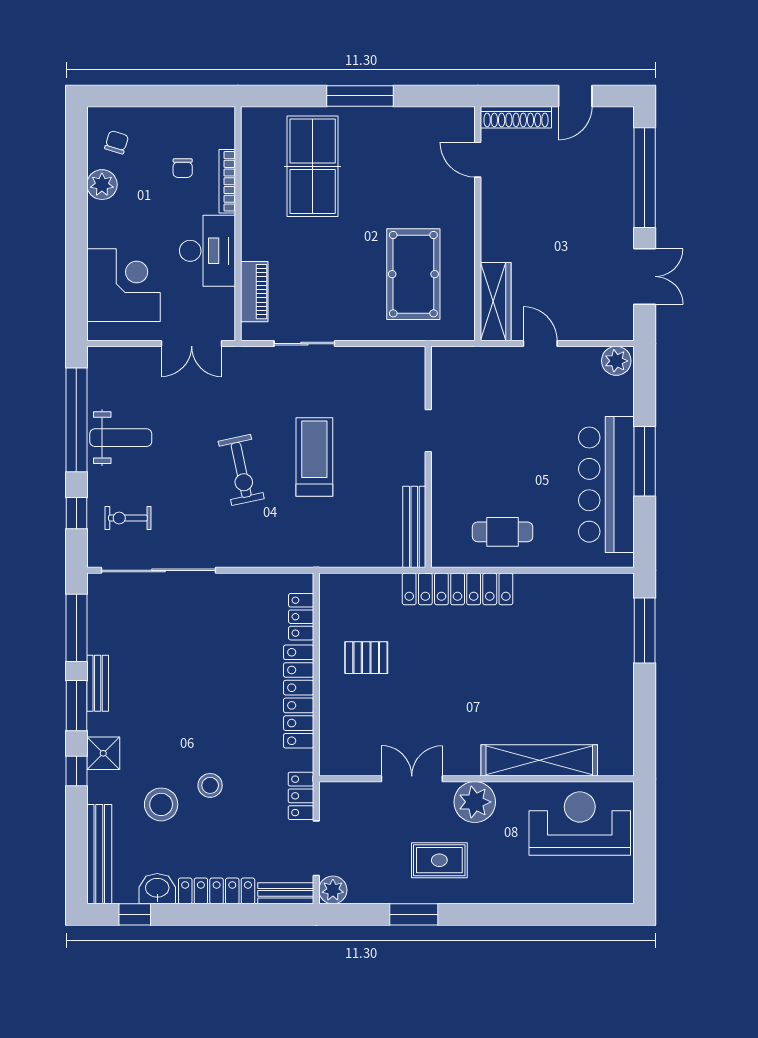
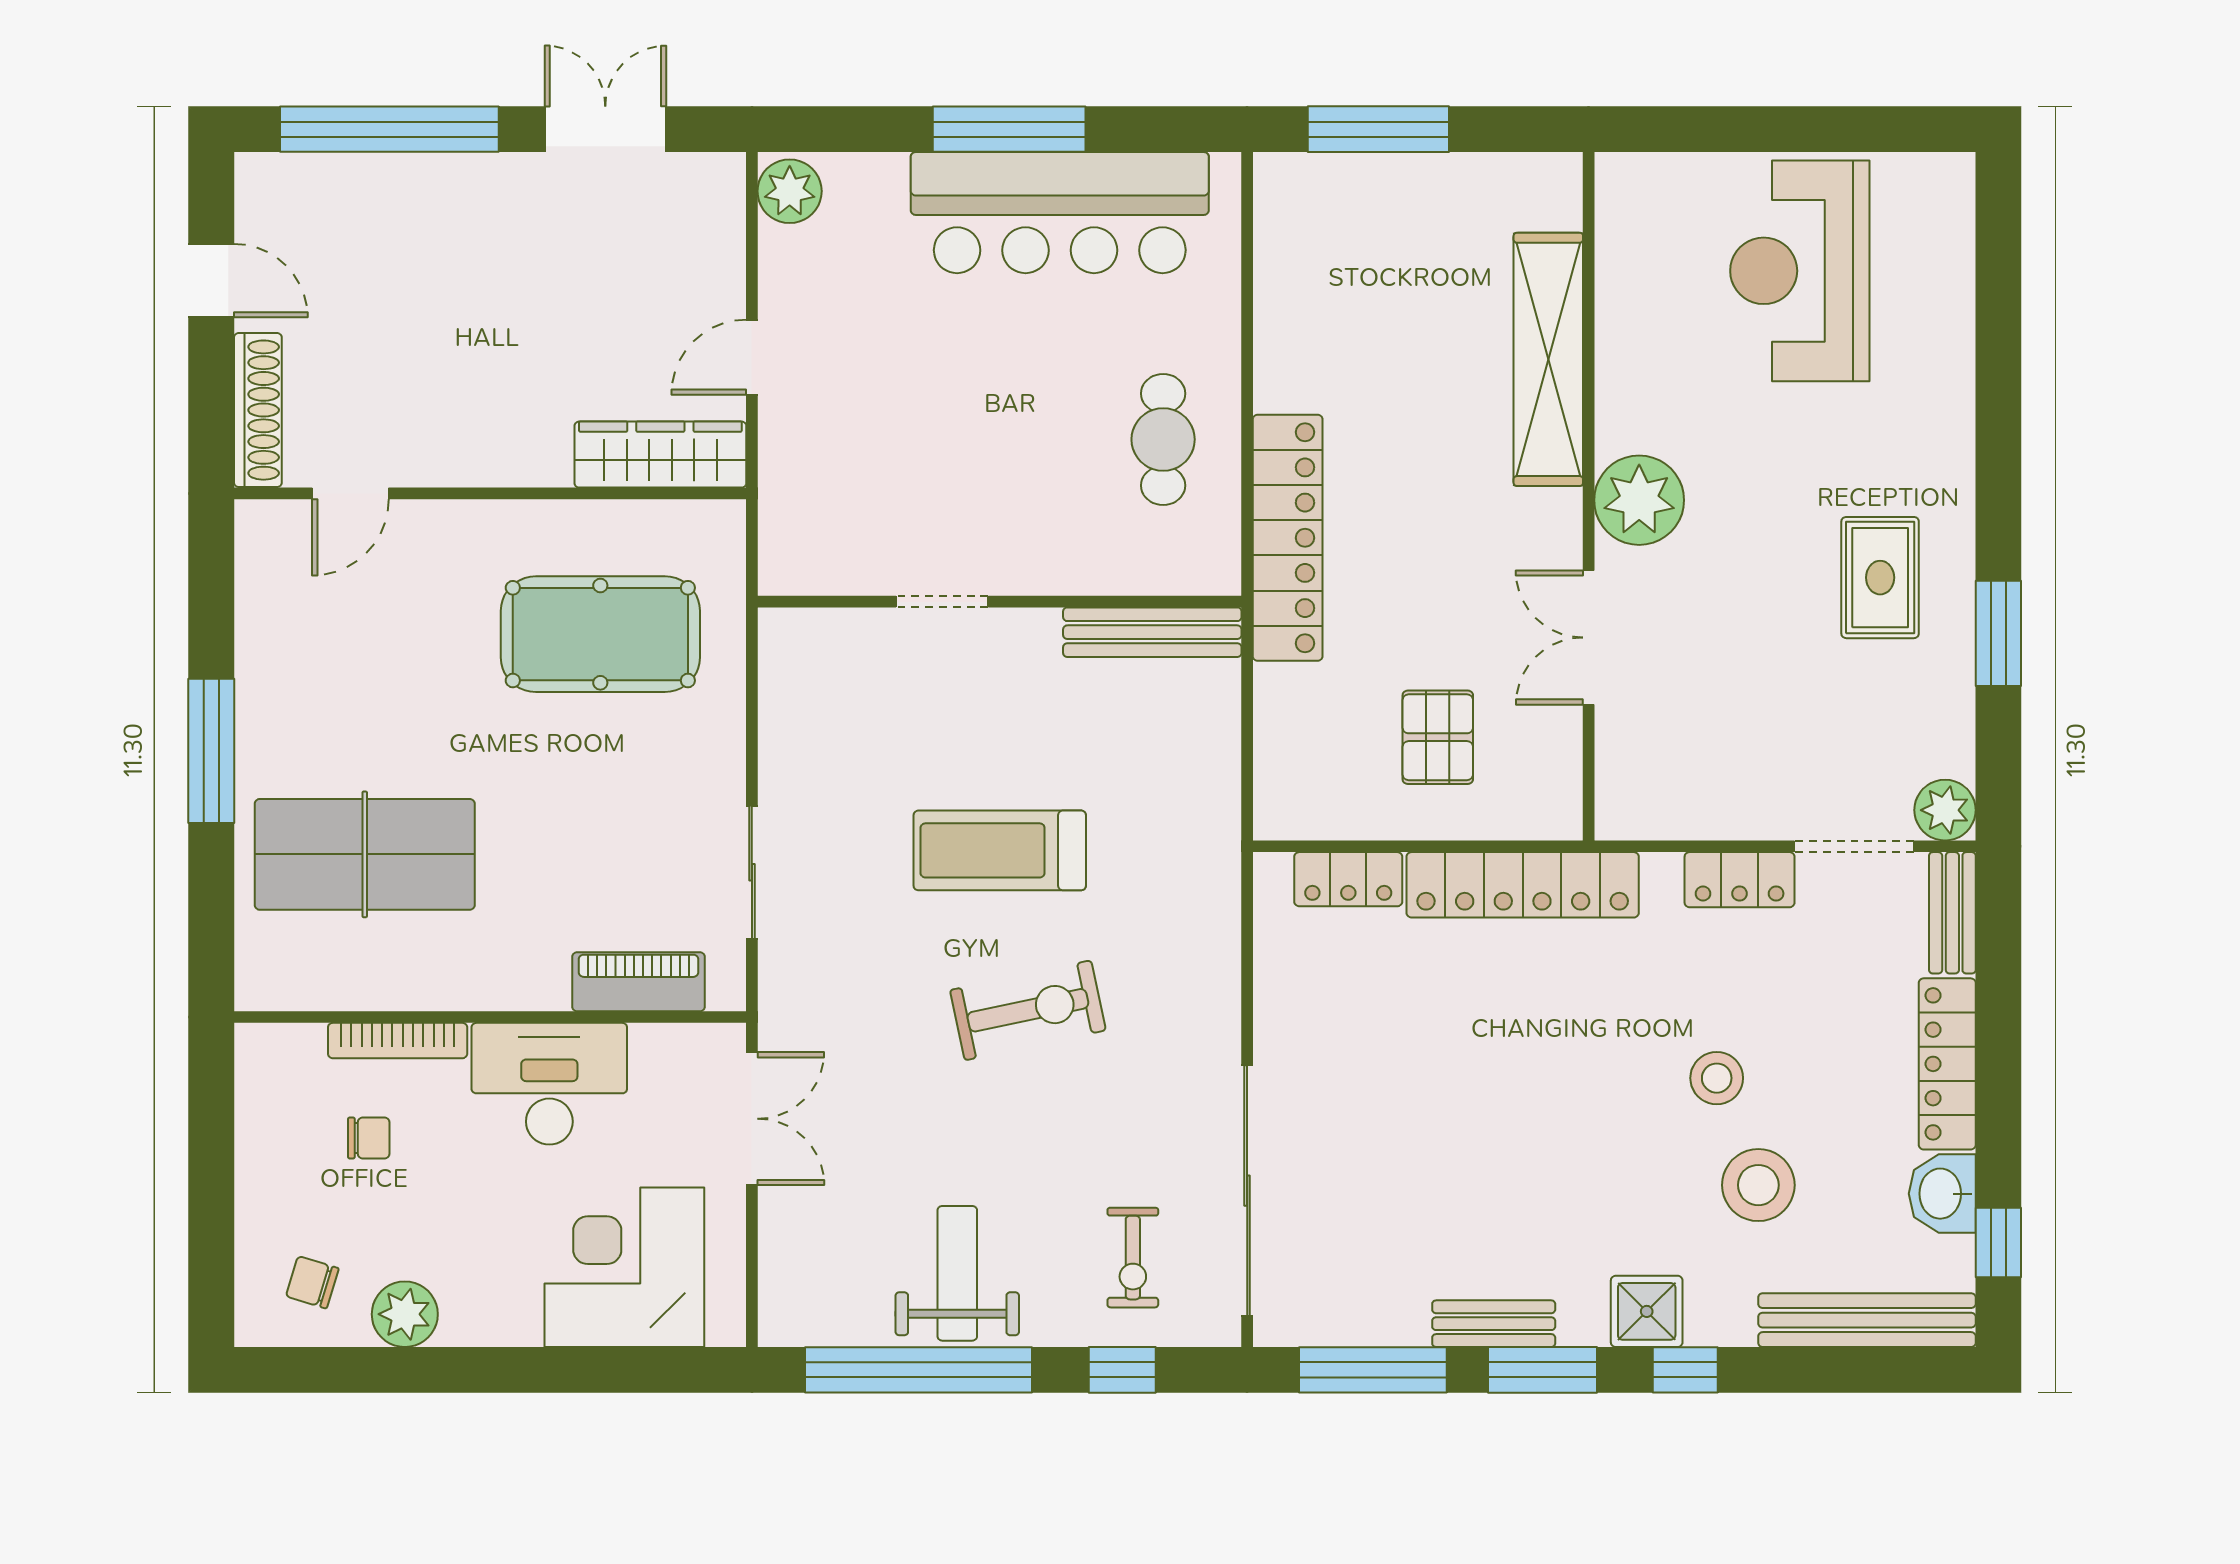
shelving: (539, 760) -> (1548, 359), moved
double door: (412, 779) -> (1589, 638), moved
wall: (477, 779) -> (1589, 496), moved
plant: (475, 802) -> (1639, 500), moved

